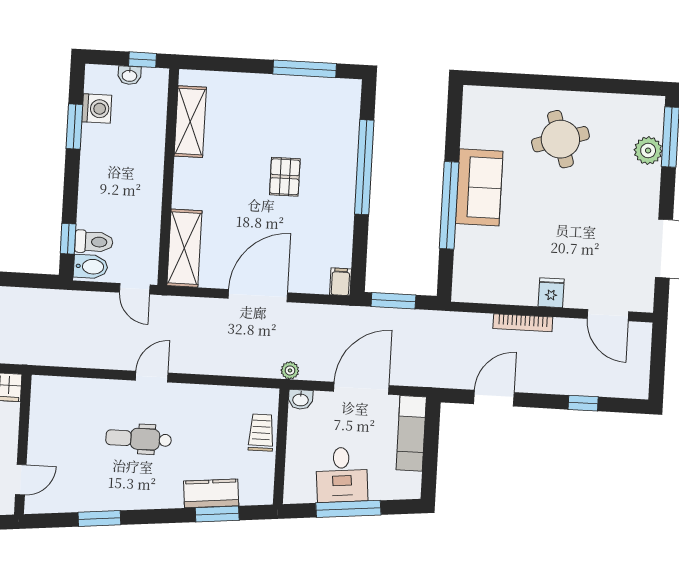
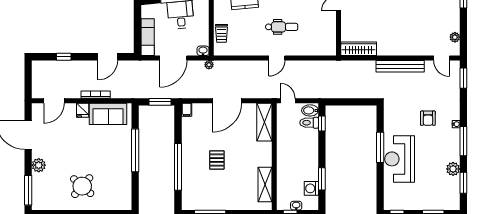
round table: (560, 139) -> (82, 186), turned -32
plant: (648, 151) -> (39, 165), moved
sofa: (479, 187) -> (108, 114), moved, turned -90
door: (608, 315) -> (54, 101), swing flipped

